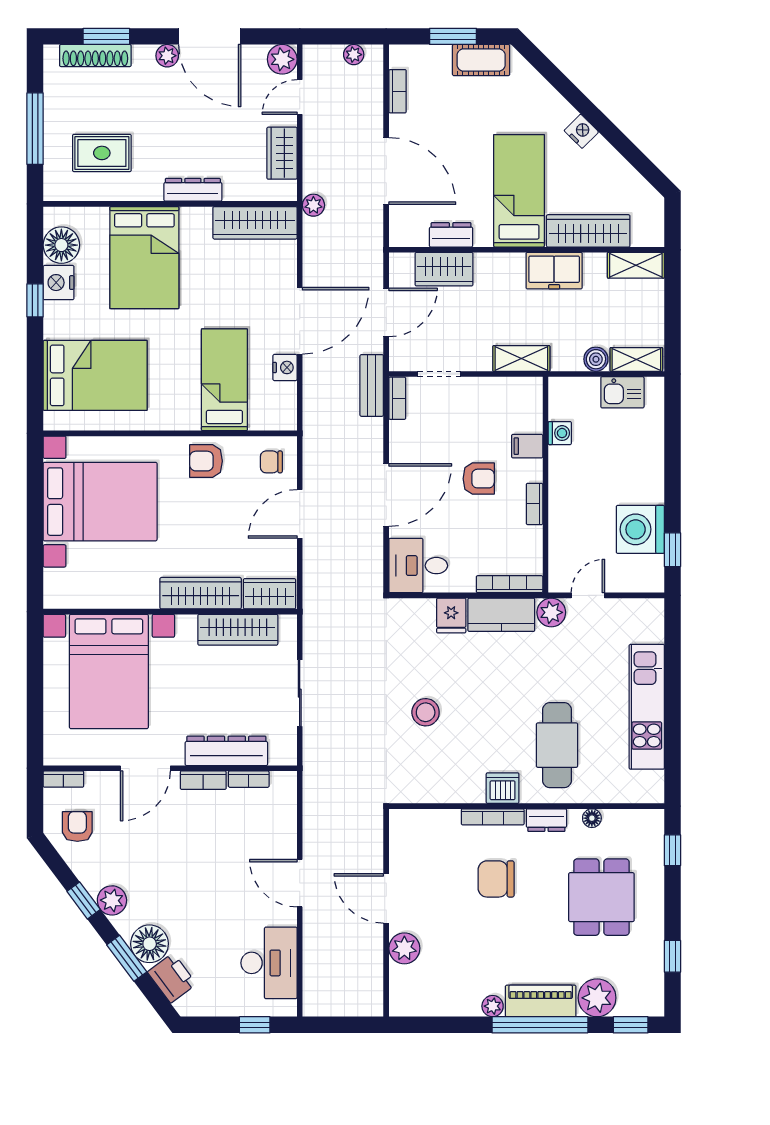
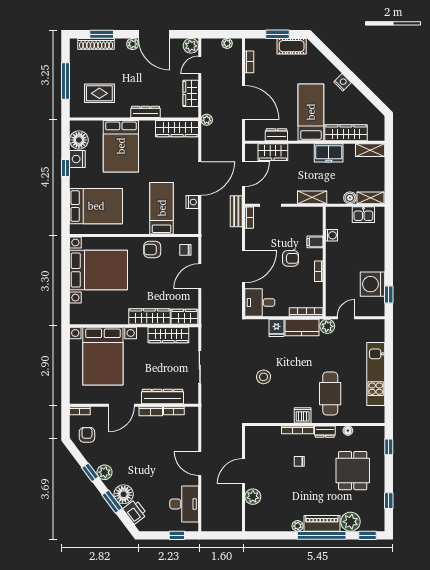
chair: (496, 879) -> (299, 461), width x0.54, depth x0.54
door: (386, 898) -> (244, 471), hinge flipped

